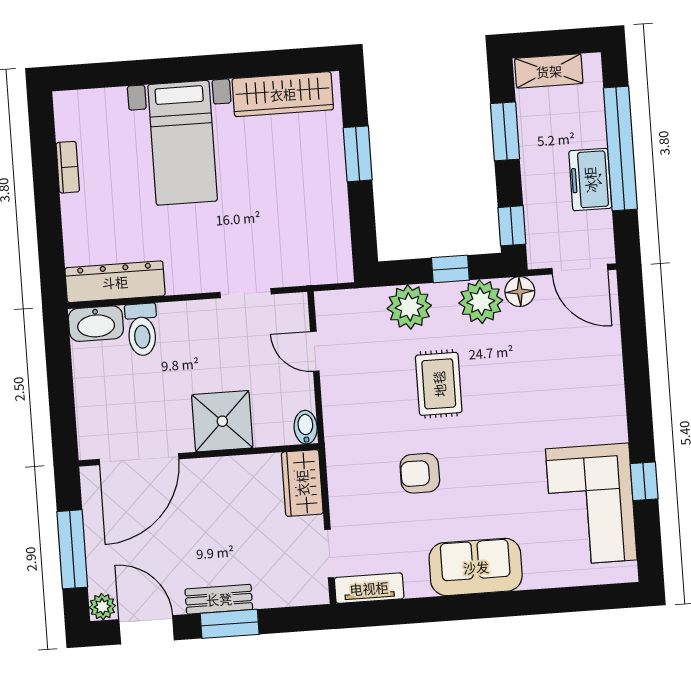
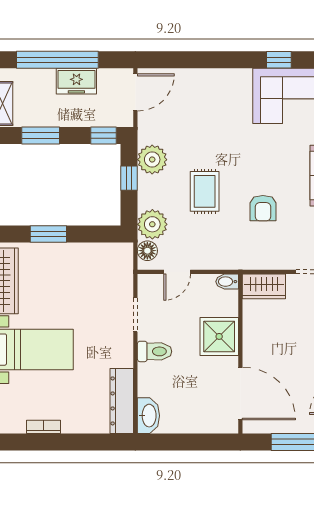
floor lamp: (520, 292) -> (147, 251), moved
plant: (409, 307) -> (152, 224), moved
toilet: (142, 330) -> (155, 351), moved
rug: (439, 384) -> (205, 191), turned 90

